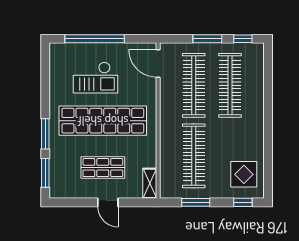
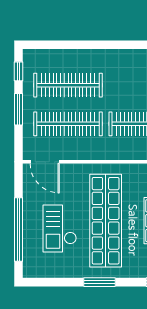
door: (158, 64) -> (45, 162), hinge flipped
checkout: (95, 78) -> (60, 229), turned 180
window: (45, 134) -> (99, 282), moved

